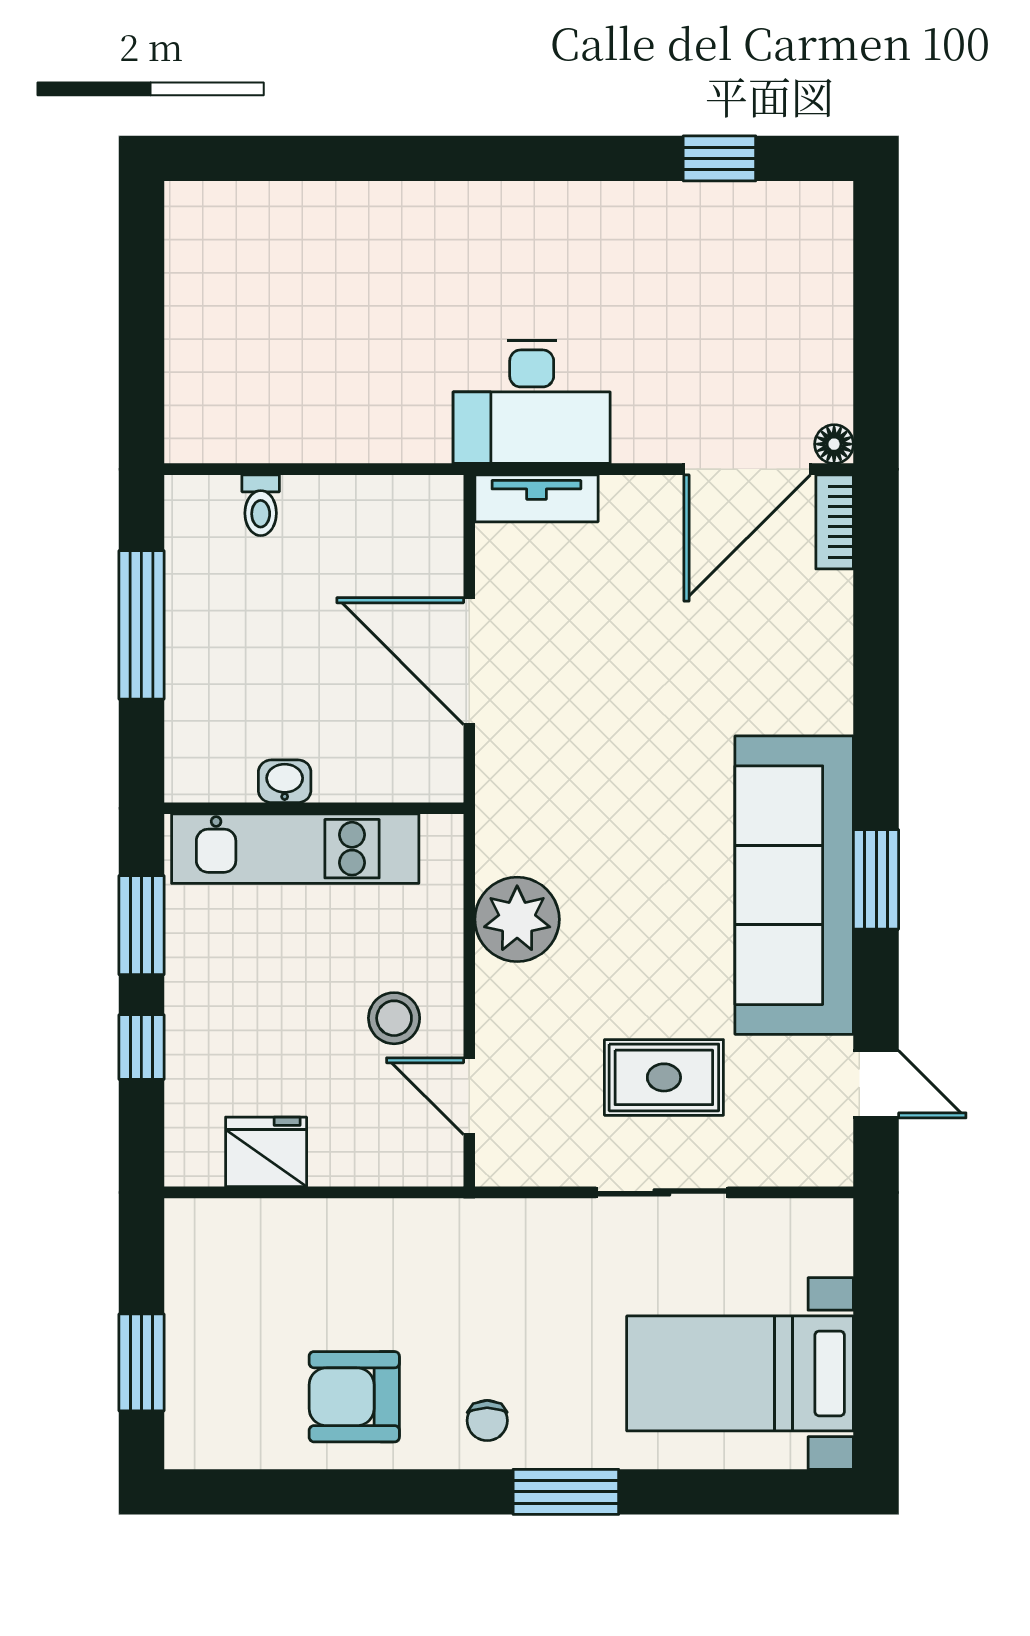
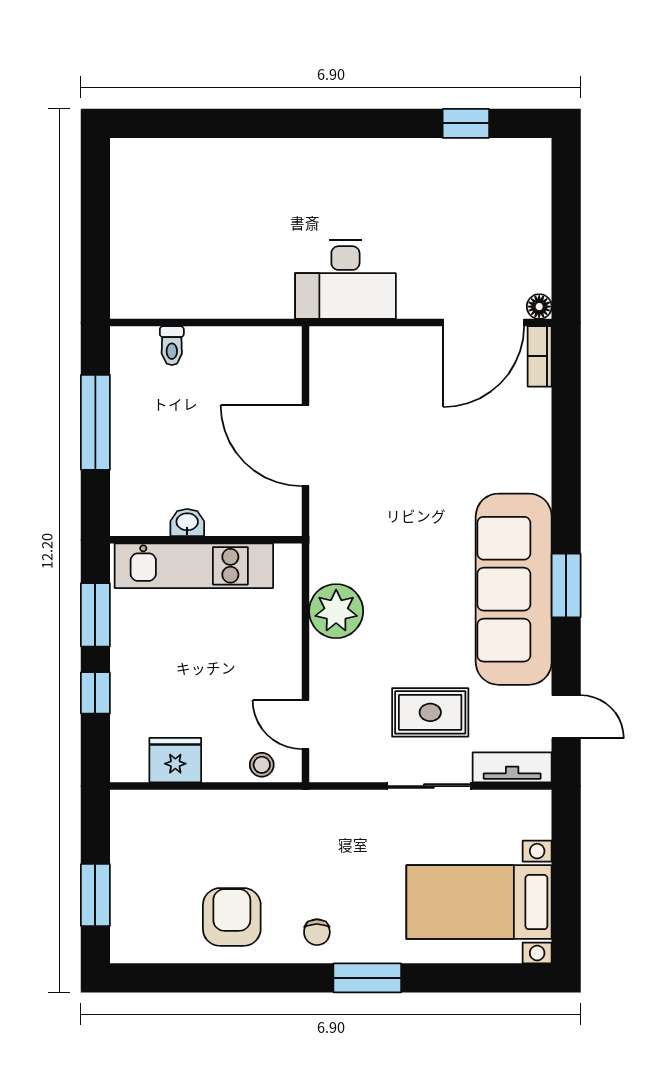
tv unit: (536, 498) -> (512, 767), moved, turned 180
stool: (394, 1018) -> (262, 765), moved, width x0.73, depth x0.73
armchair: (354, 1397) -> (232, 917), turned 90

